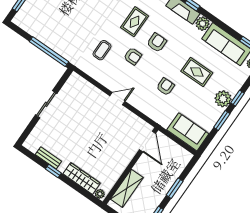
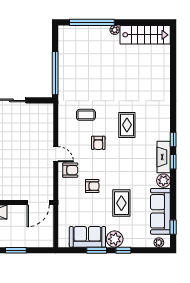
rug: (135, 22) -> (127, 125), turned 90
armchair: (157, 43) -> (70, 170), moved
sofa: (188, 132) -> (87, 237), moved, turned -90

